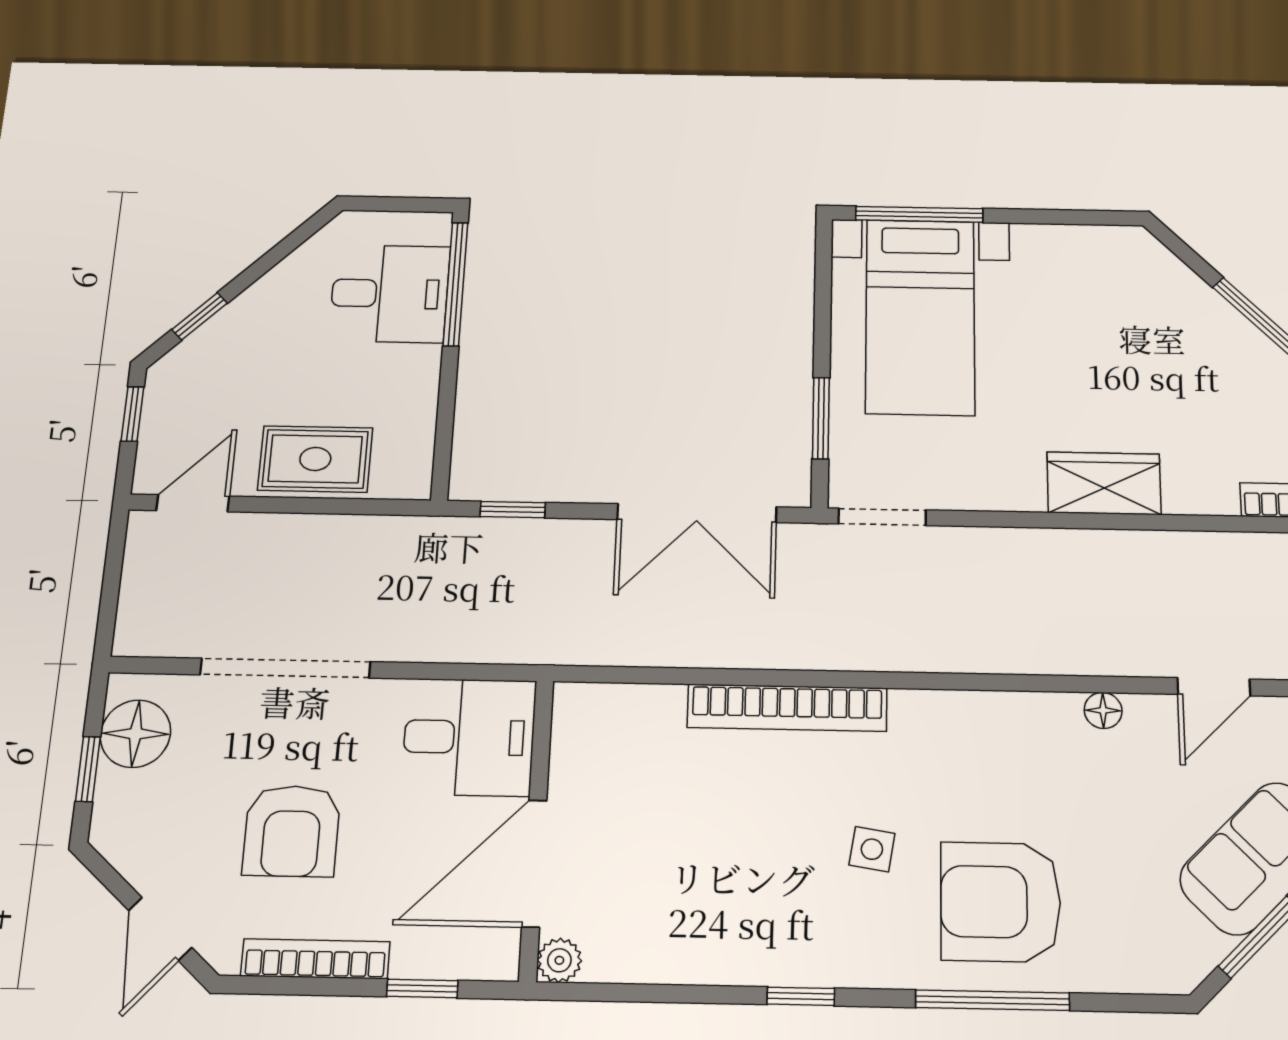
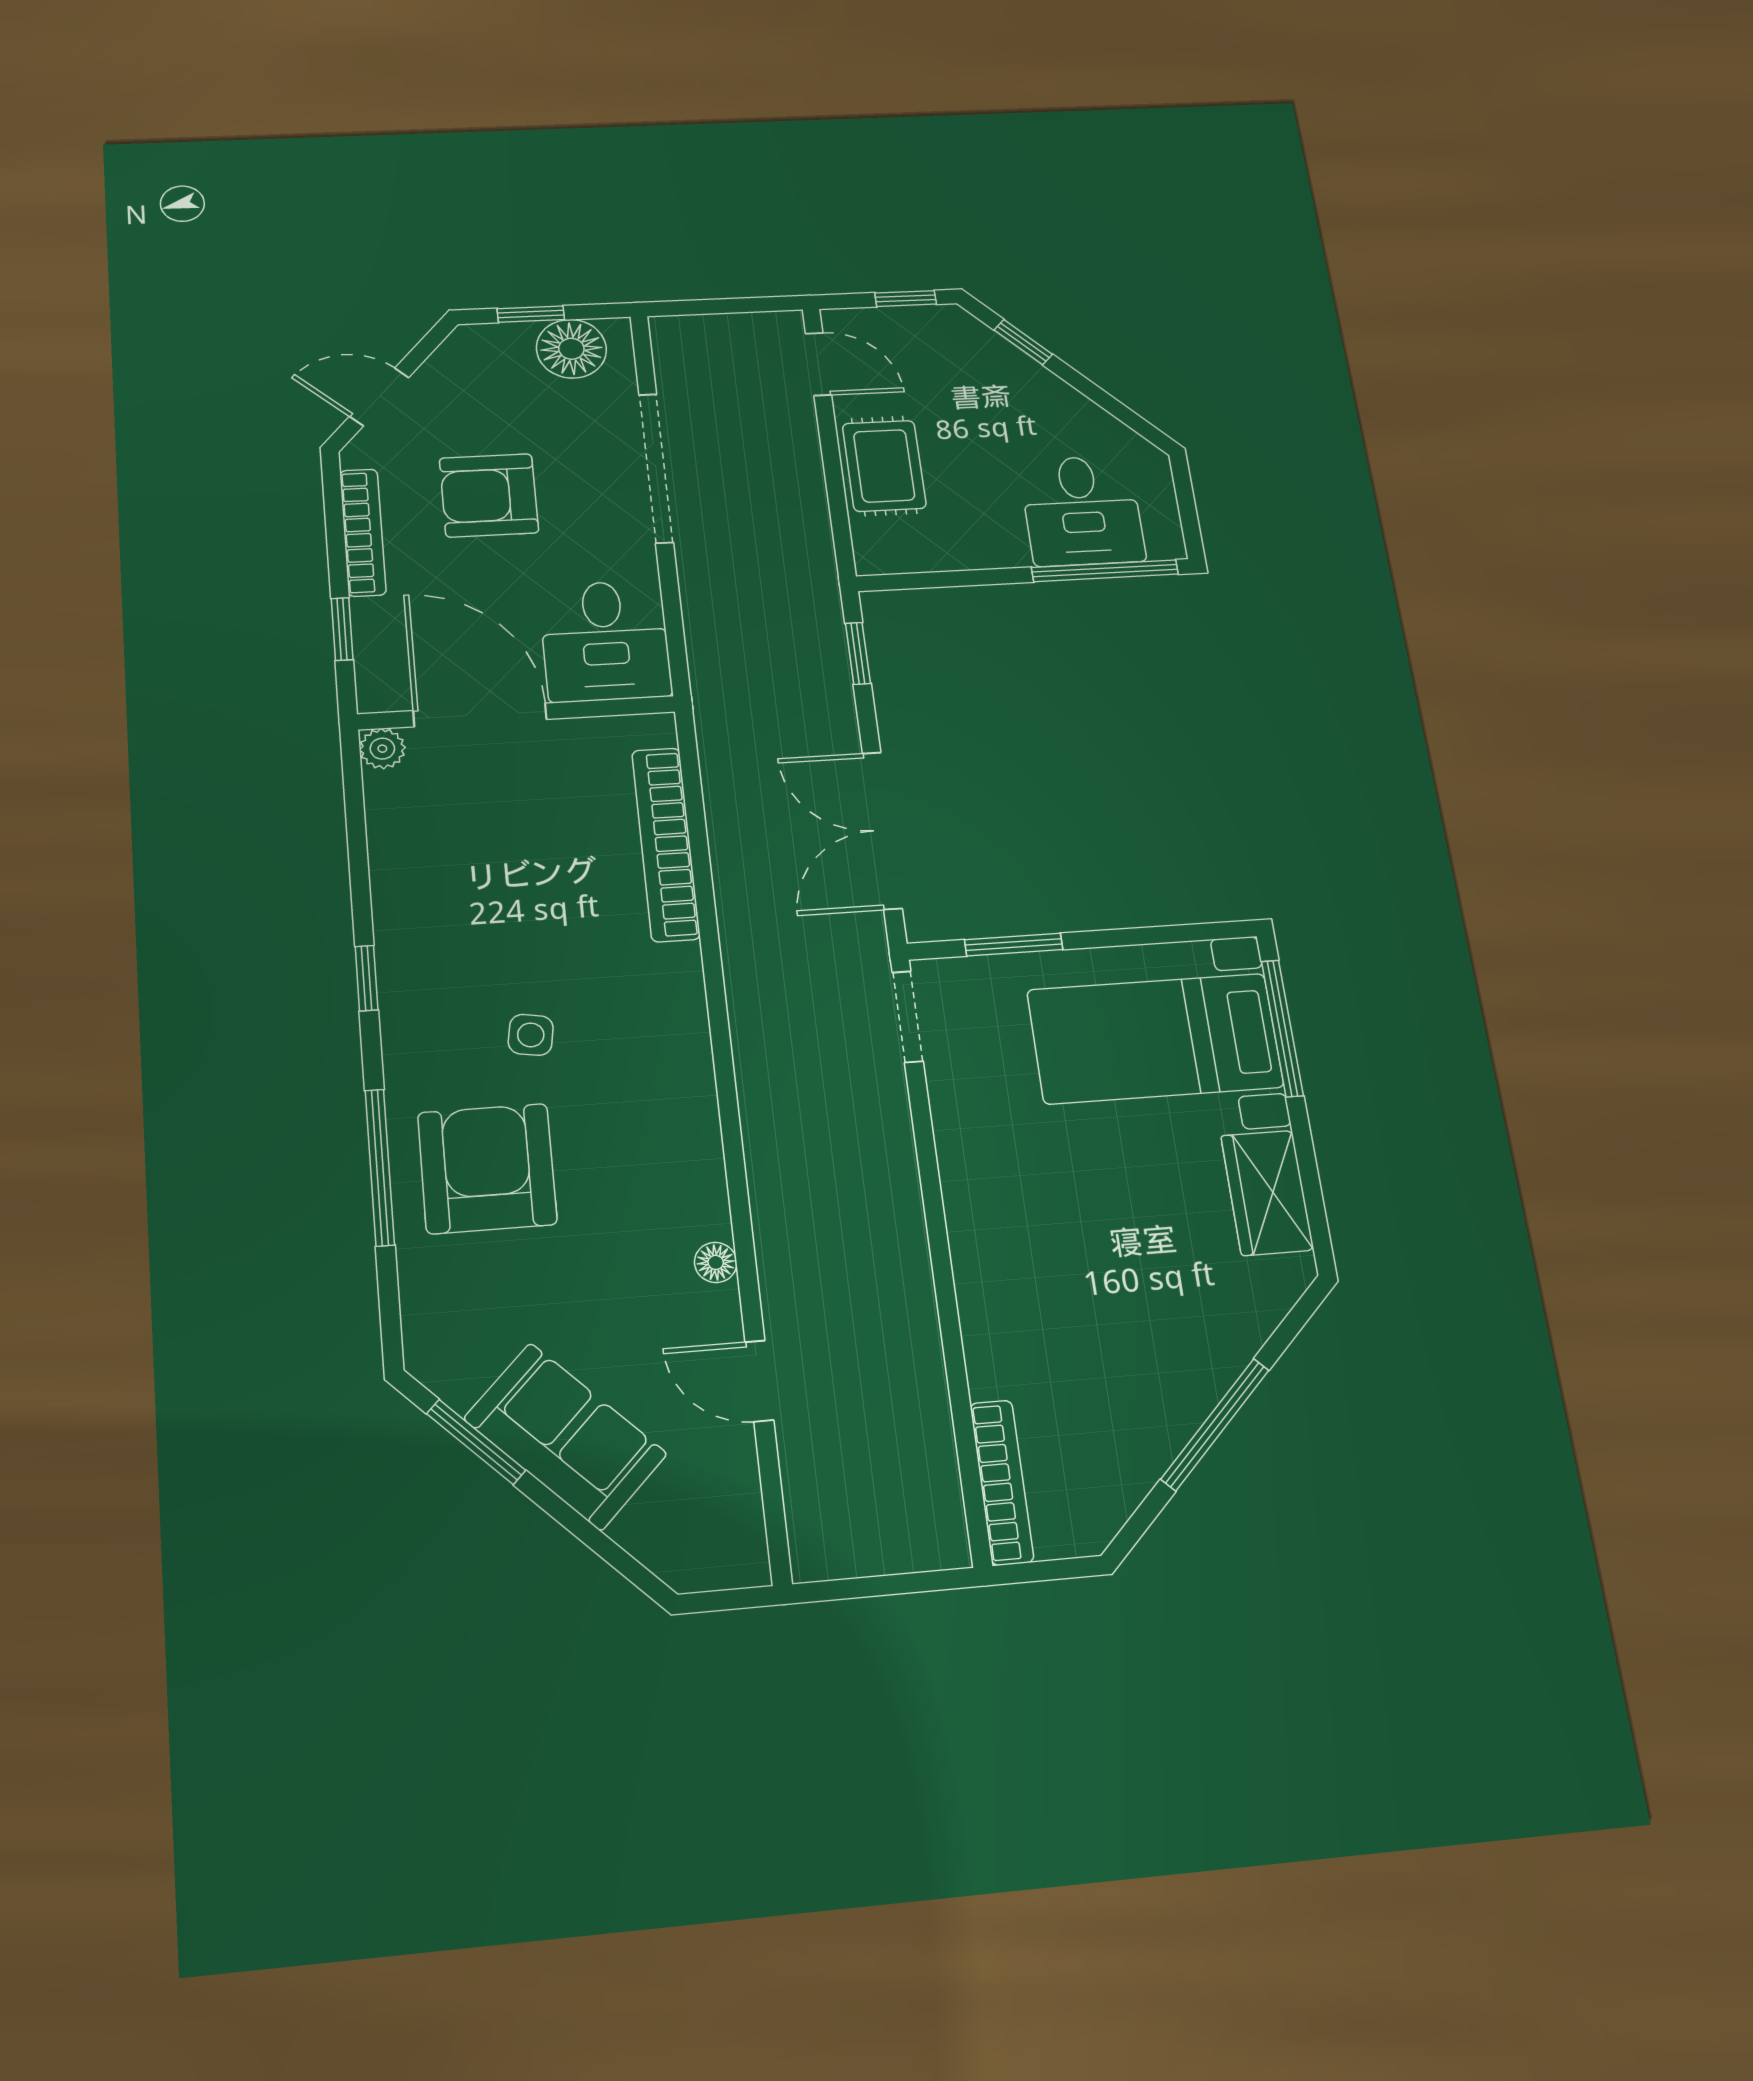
wardrobe: (1104, 483) -> (1267, 1193), moved, turned 180
bookcase: (787, 708) -> (666, 844), moved

